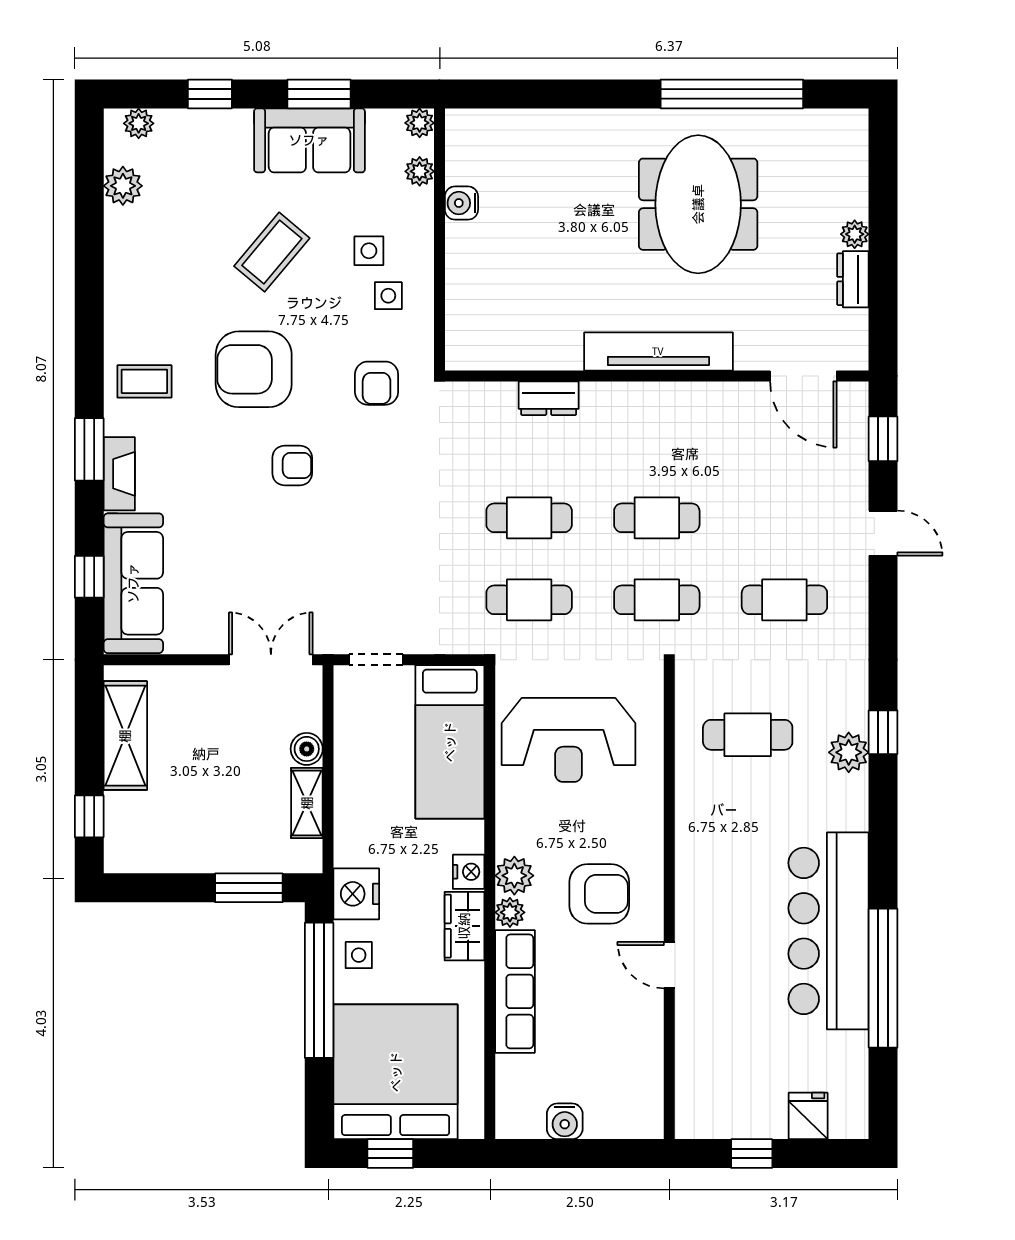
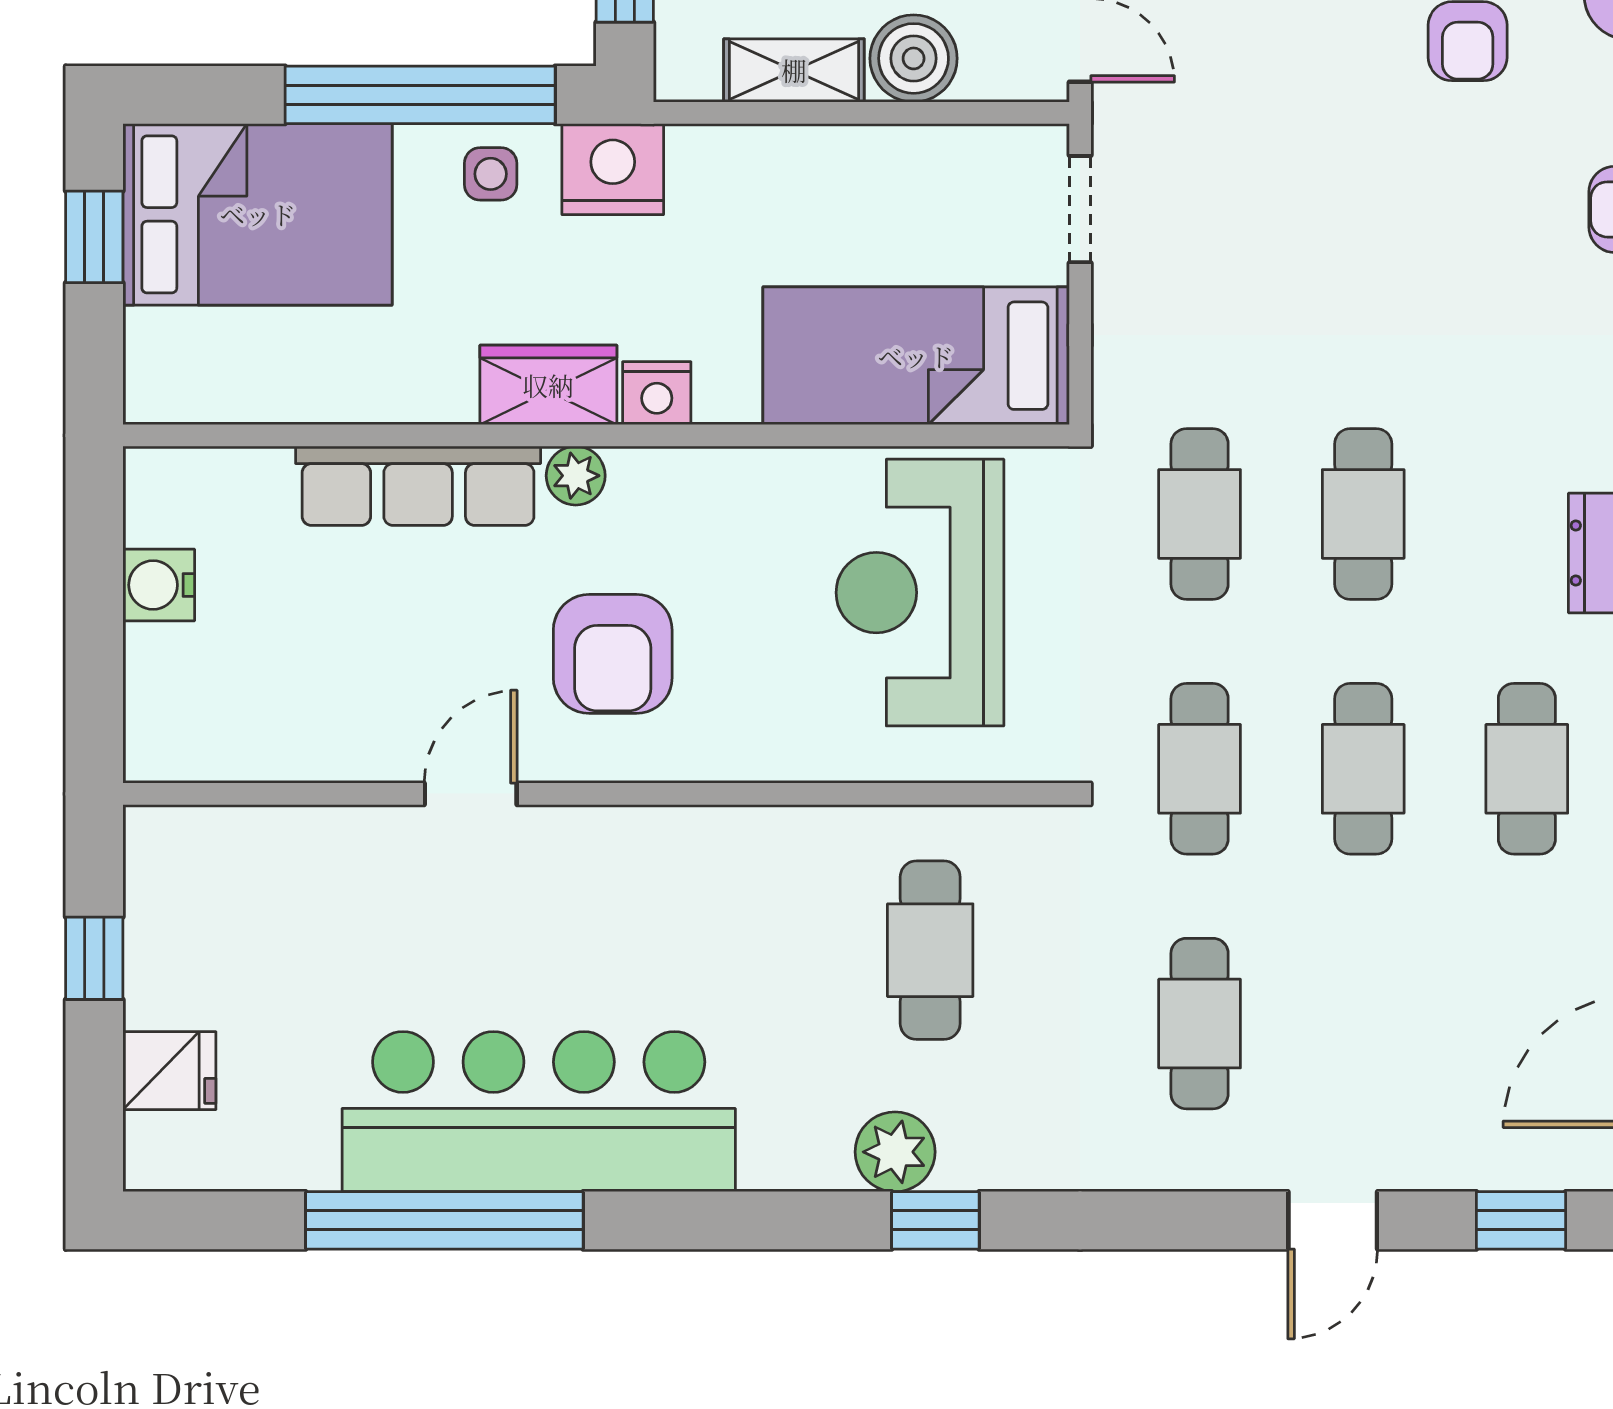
cafe table: (657, 436) -> (1527, 769), added
boiler: (307, 749) -> (914, 58), width x1.36, depth x1.36
plant: (514, 876) -> (649, 484), removed
bed: (396, 1072) -> (258, 214), width x0.73

